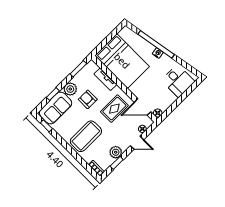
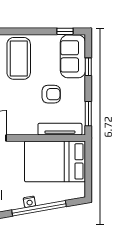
tv unit: (105, 79) -> (60, 129), width x1.41
plant: (70, 89) -> (77, 87), removed
rug: (114, 109) -> (18, 110), removed

